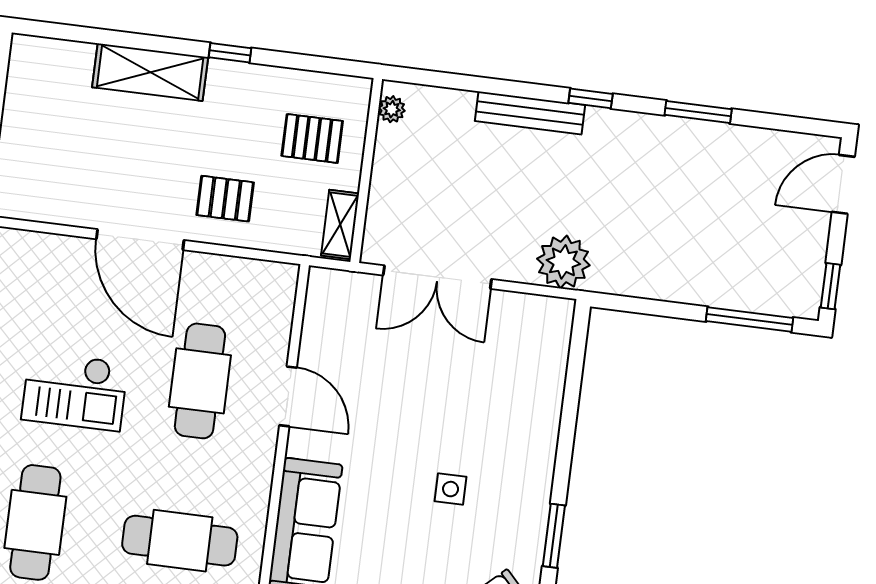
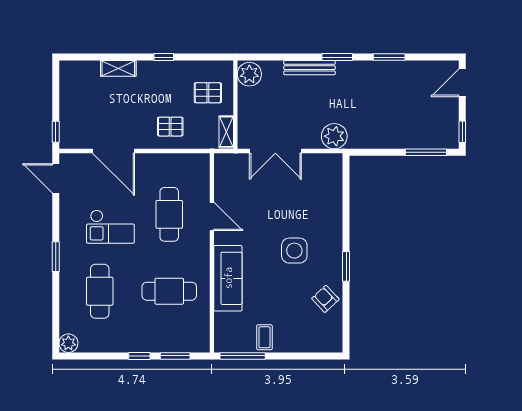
shelving: (150, 72) -> (118, 68), width x0.67, depth x0.75
window: (591, 98) -> (337, 57), width x1.50
plant: (392, 109) -> (249, 74), width x1.87, depth x1.87
door: (140, 240) -> (113, 151), moved
side table: (451, 489) -> (294, 251), width x1.87, depth x1.87

